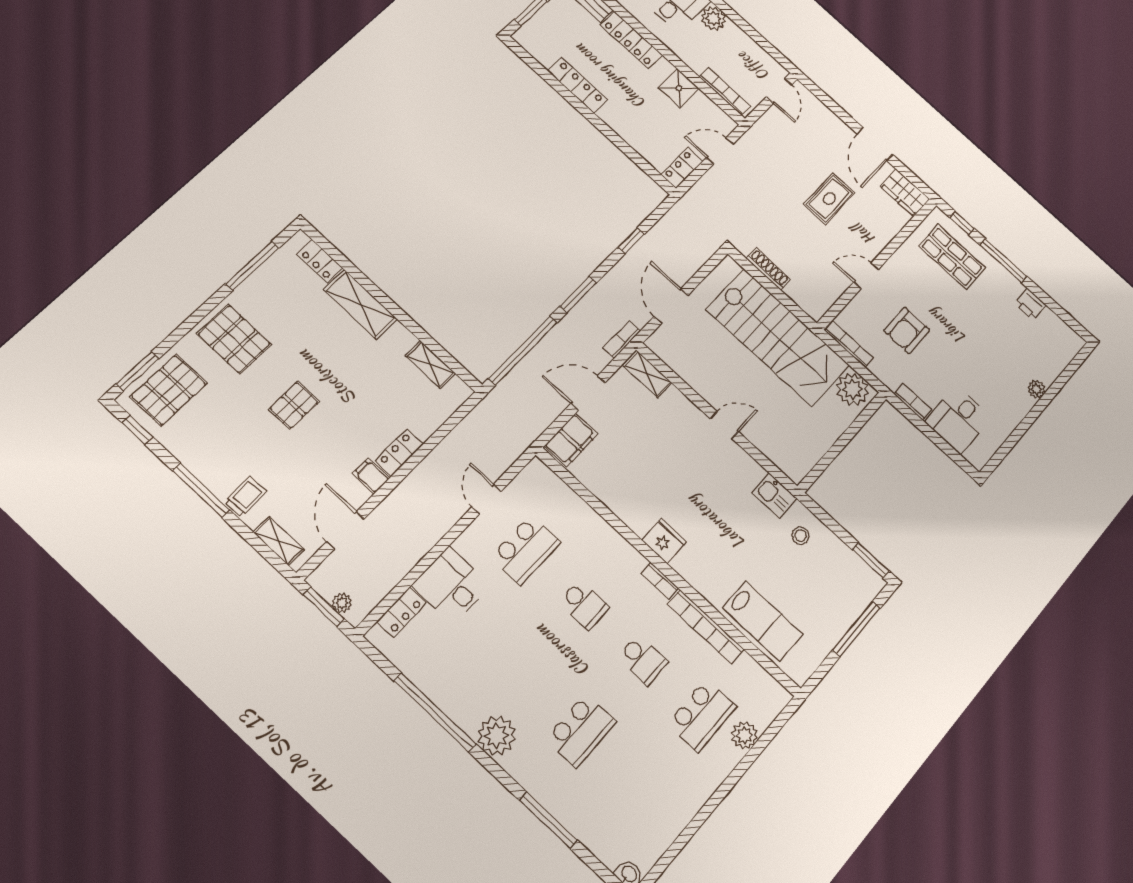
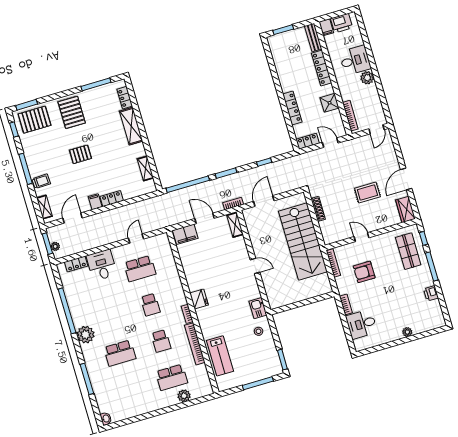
locker: (578, 85) -> (292, 108), moved
plant: (852, 389) -> (322, 283), removed

